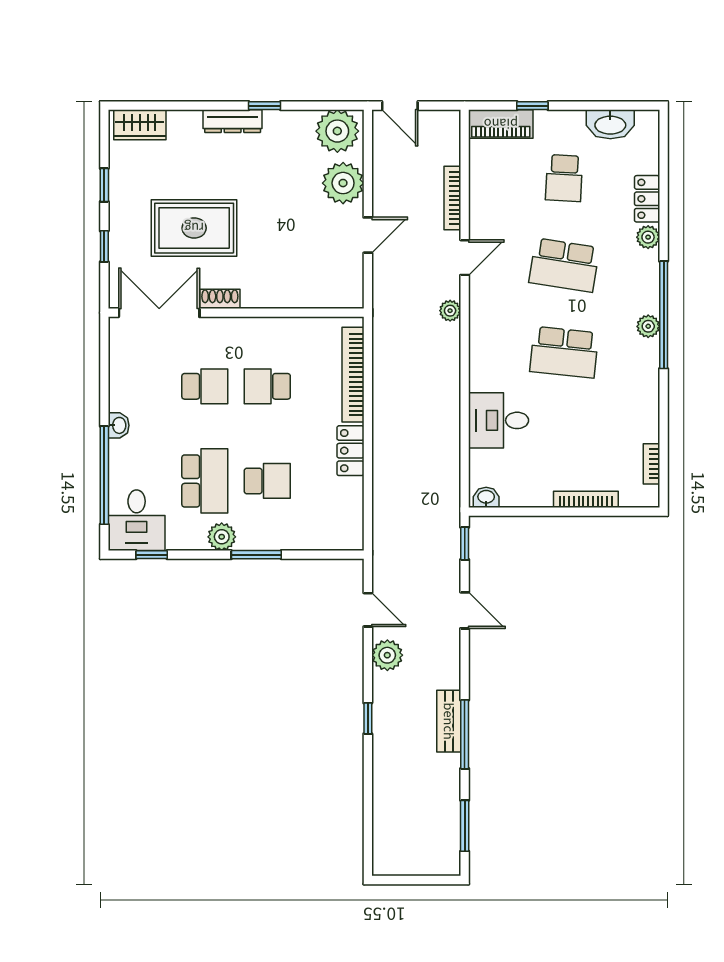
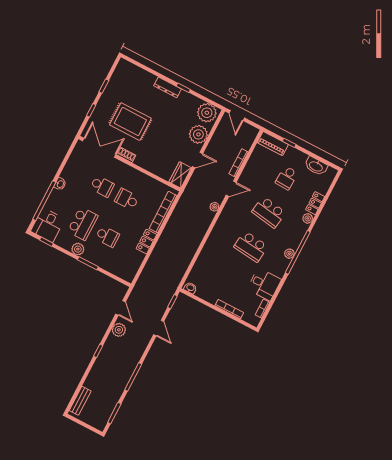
wardrobe: (140, 125) -> (180, 175), moved, turned 90
desk: (499, 420) -> (264, 284), moved, turned 180
bench: (449, 721) -> (80, 401), moved

